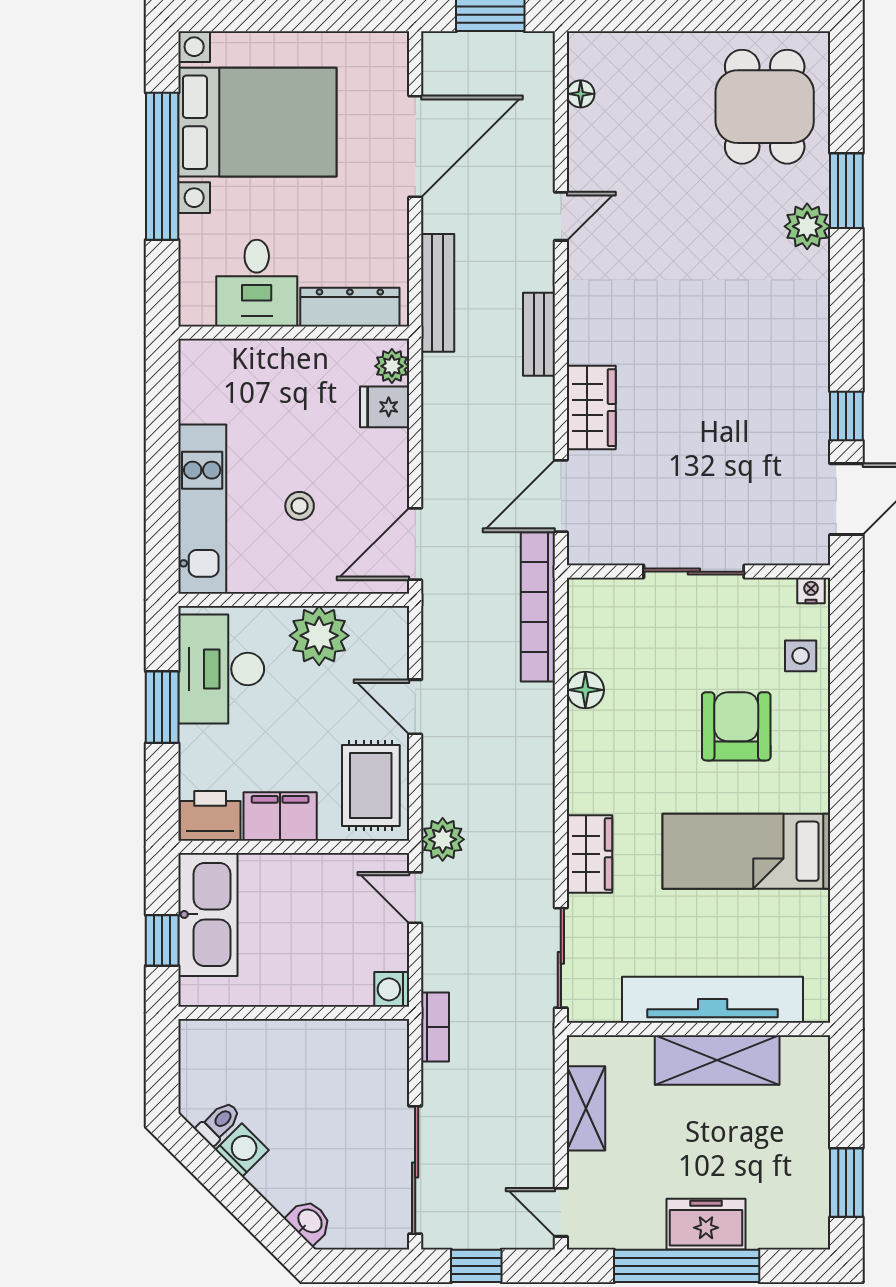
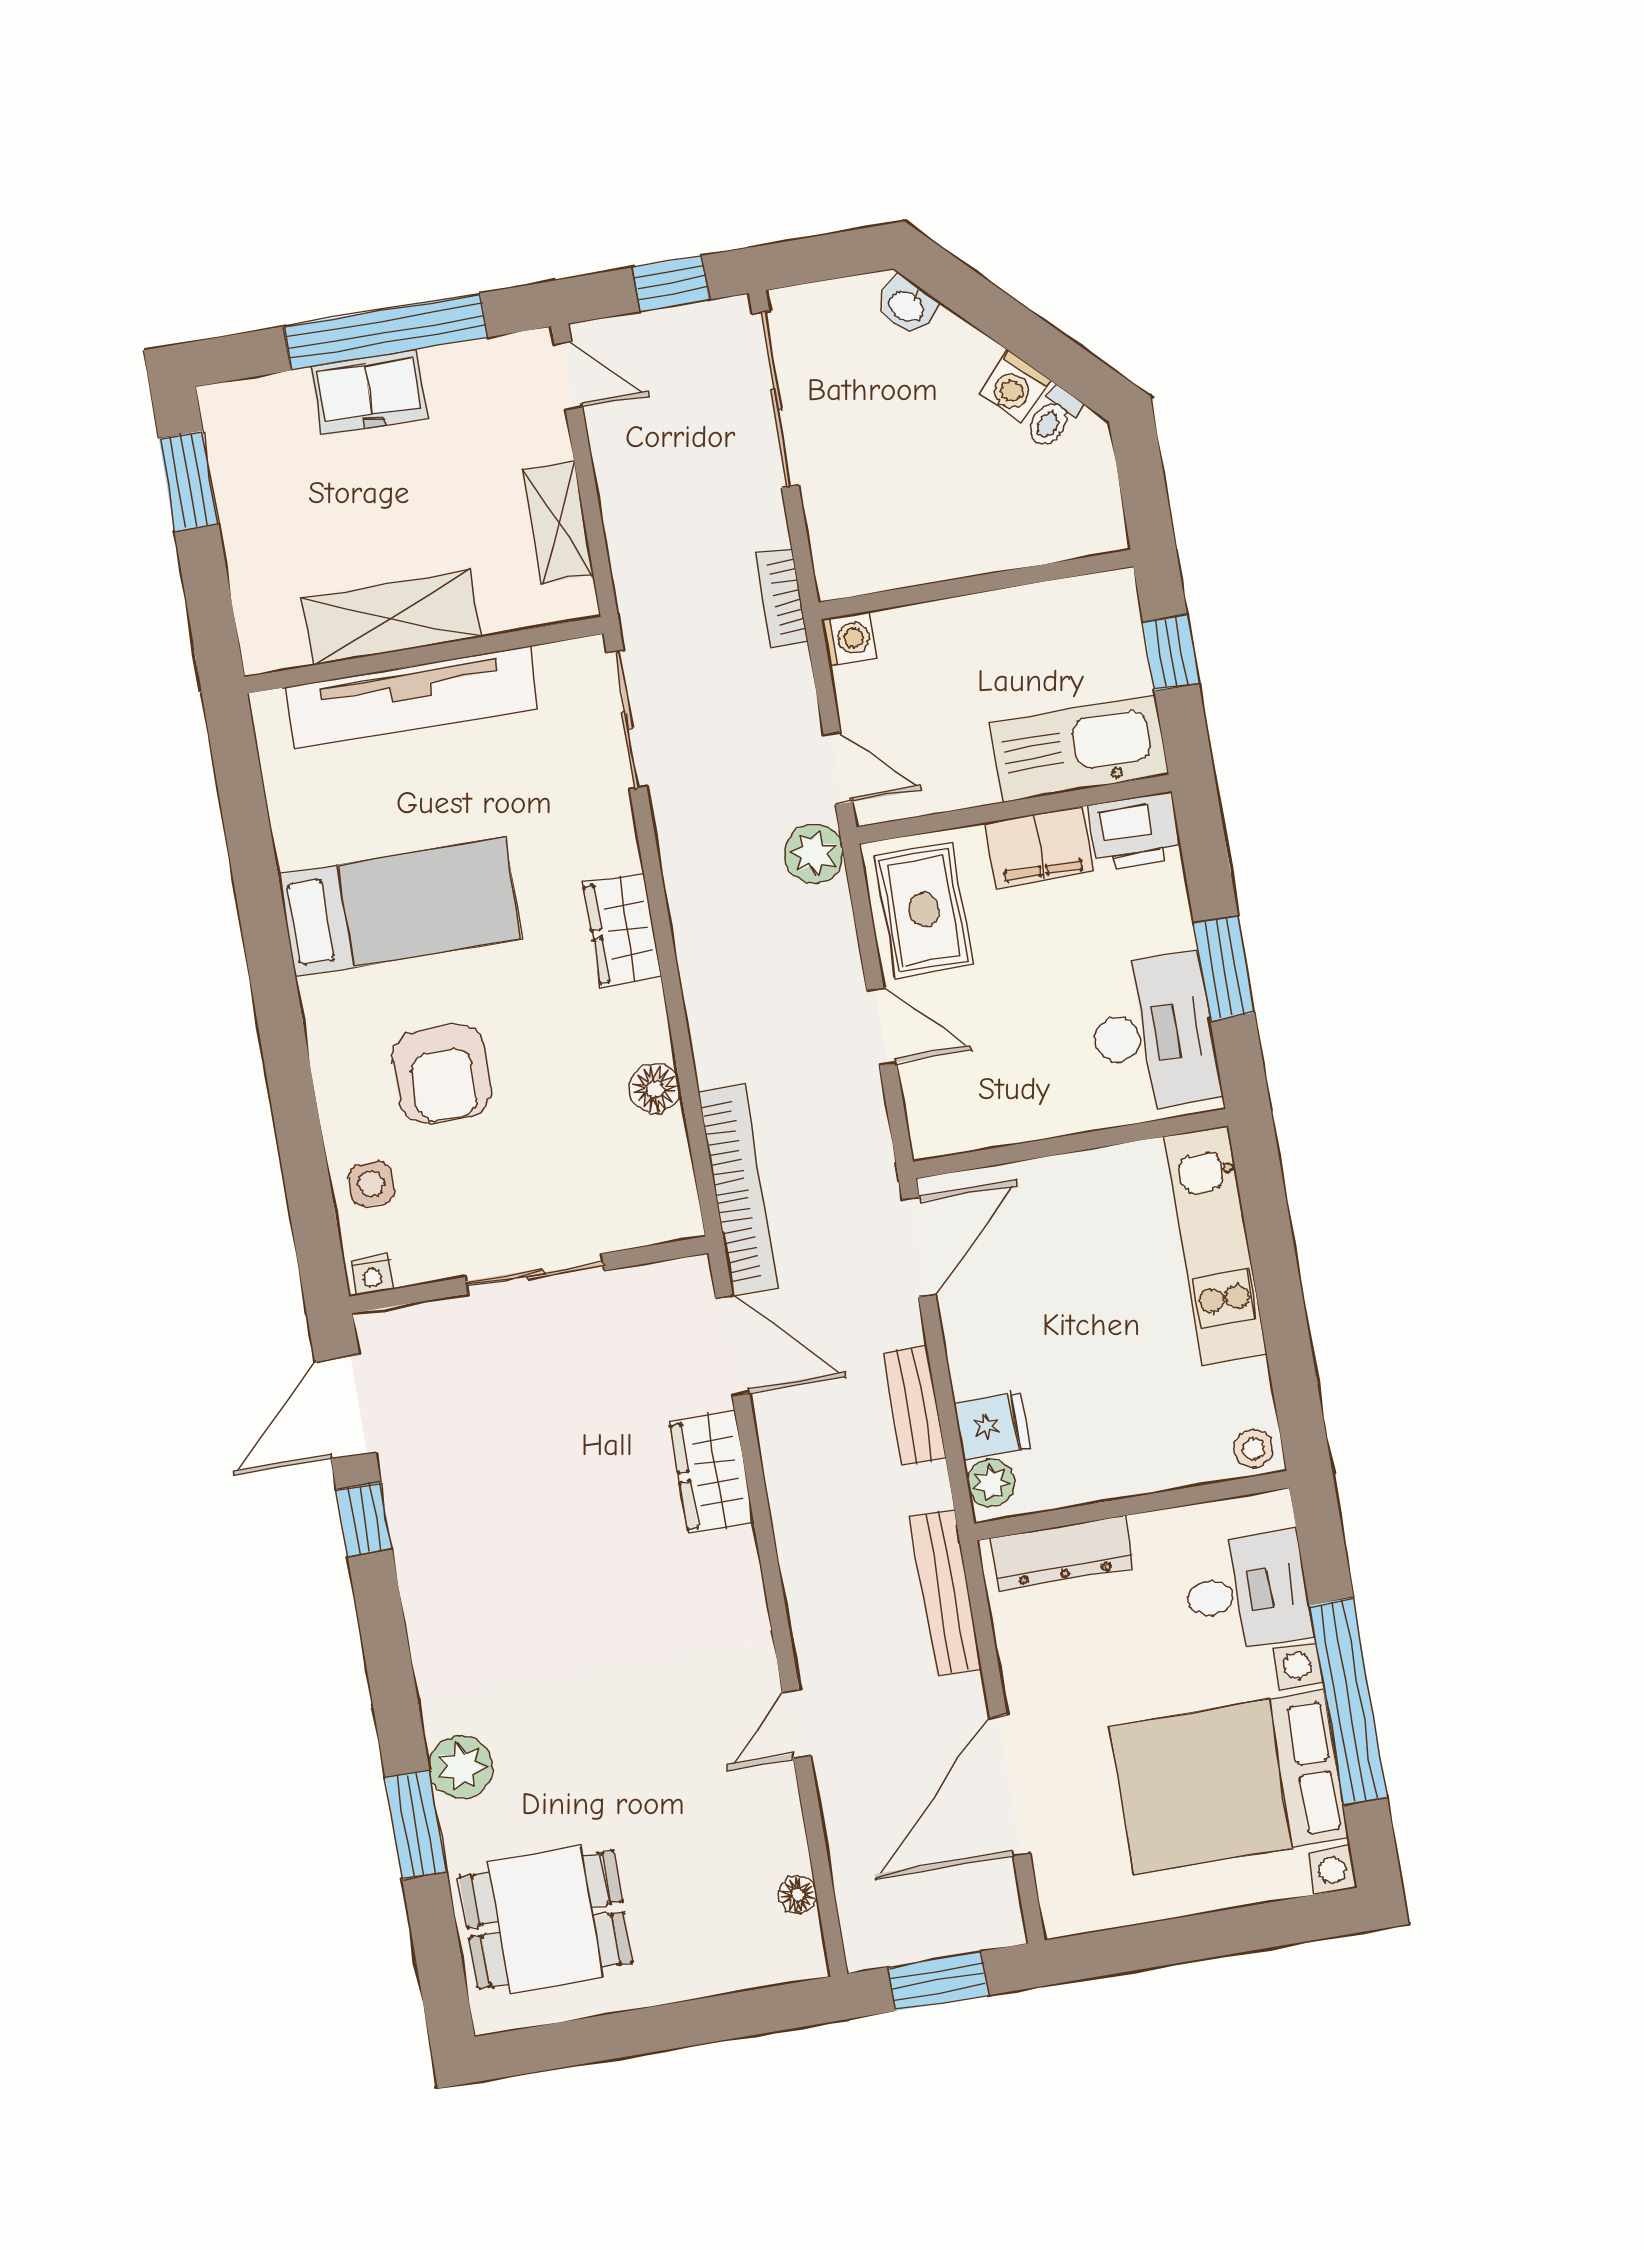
dining table: (765, 107) -> (546, 1920), turned 90
desk: (257, 283) -> (1247, 1592), moved, turned 90
bench: (539, 334) -> (915, 1405), moved
door: (561, 496) -> (733, 1346), hinge flipped
stool: (300, 506) -> (1253, 1449), moved
plant: (319, 636) -> (1028, 1101), removed
wardrobe: (590, 854) -> (622, 930), moved
kitchen sink: (208, 914) -> (1079, 749), moved, turned 90

